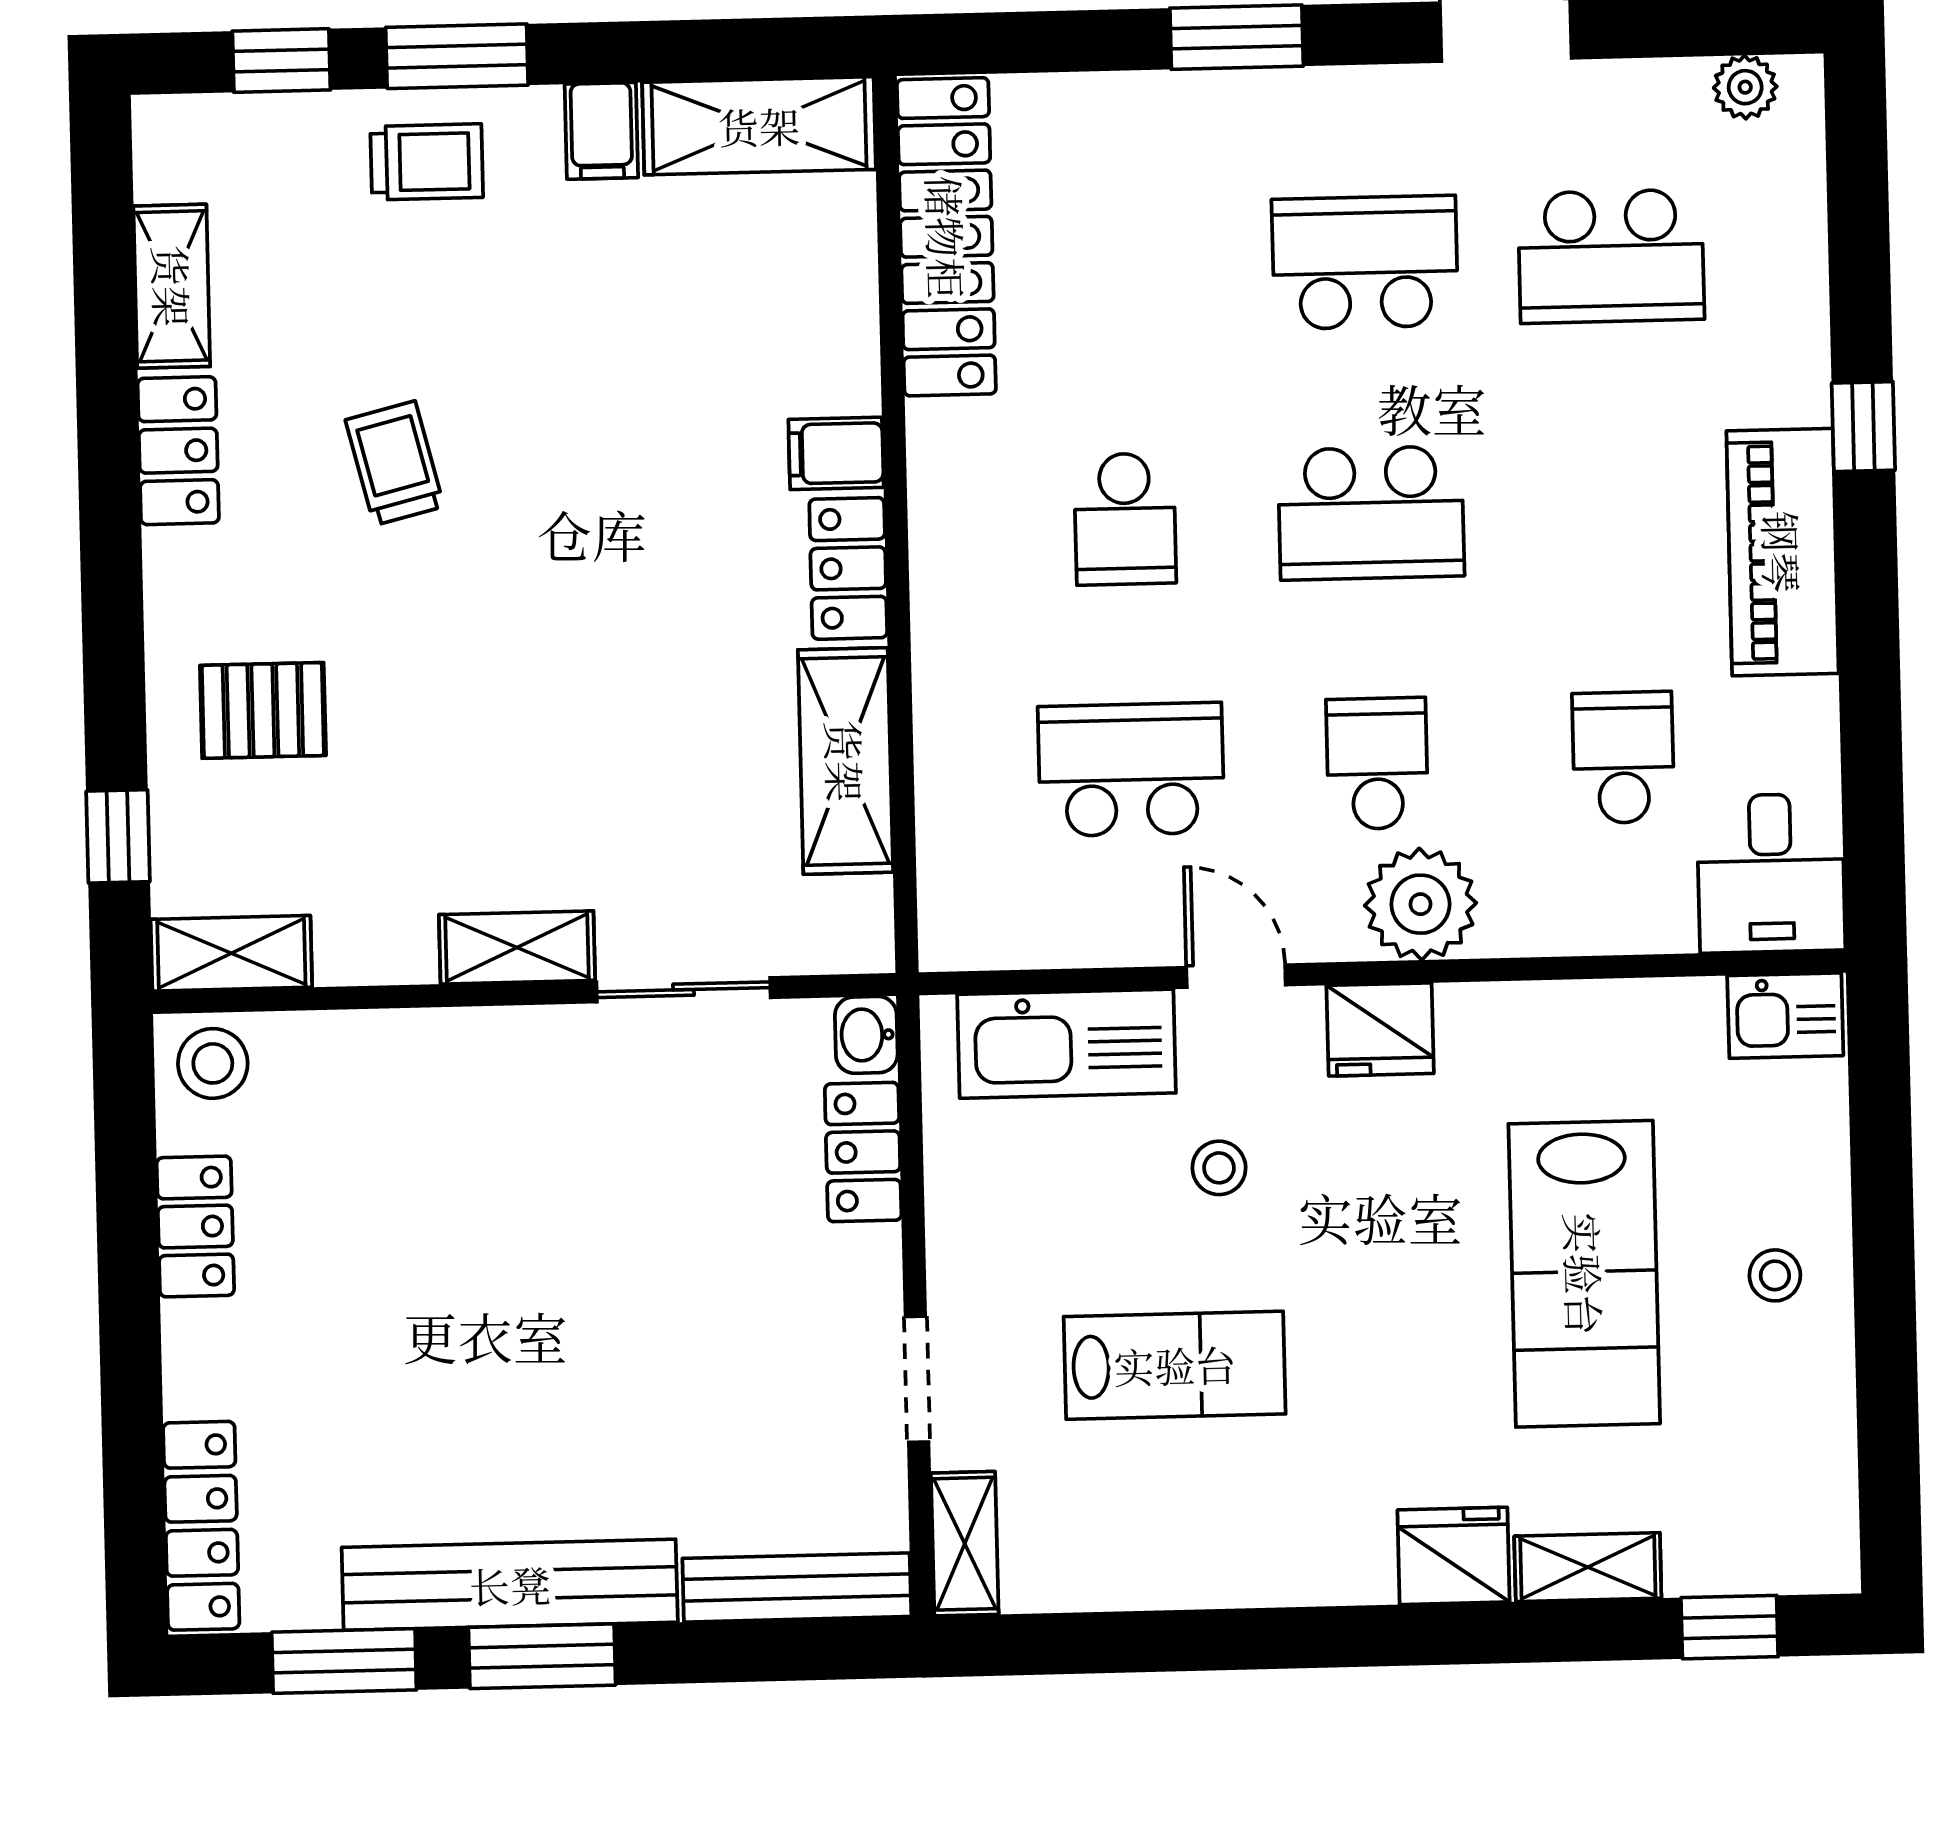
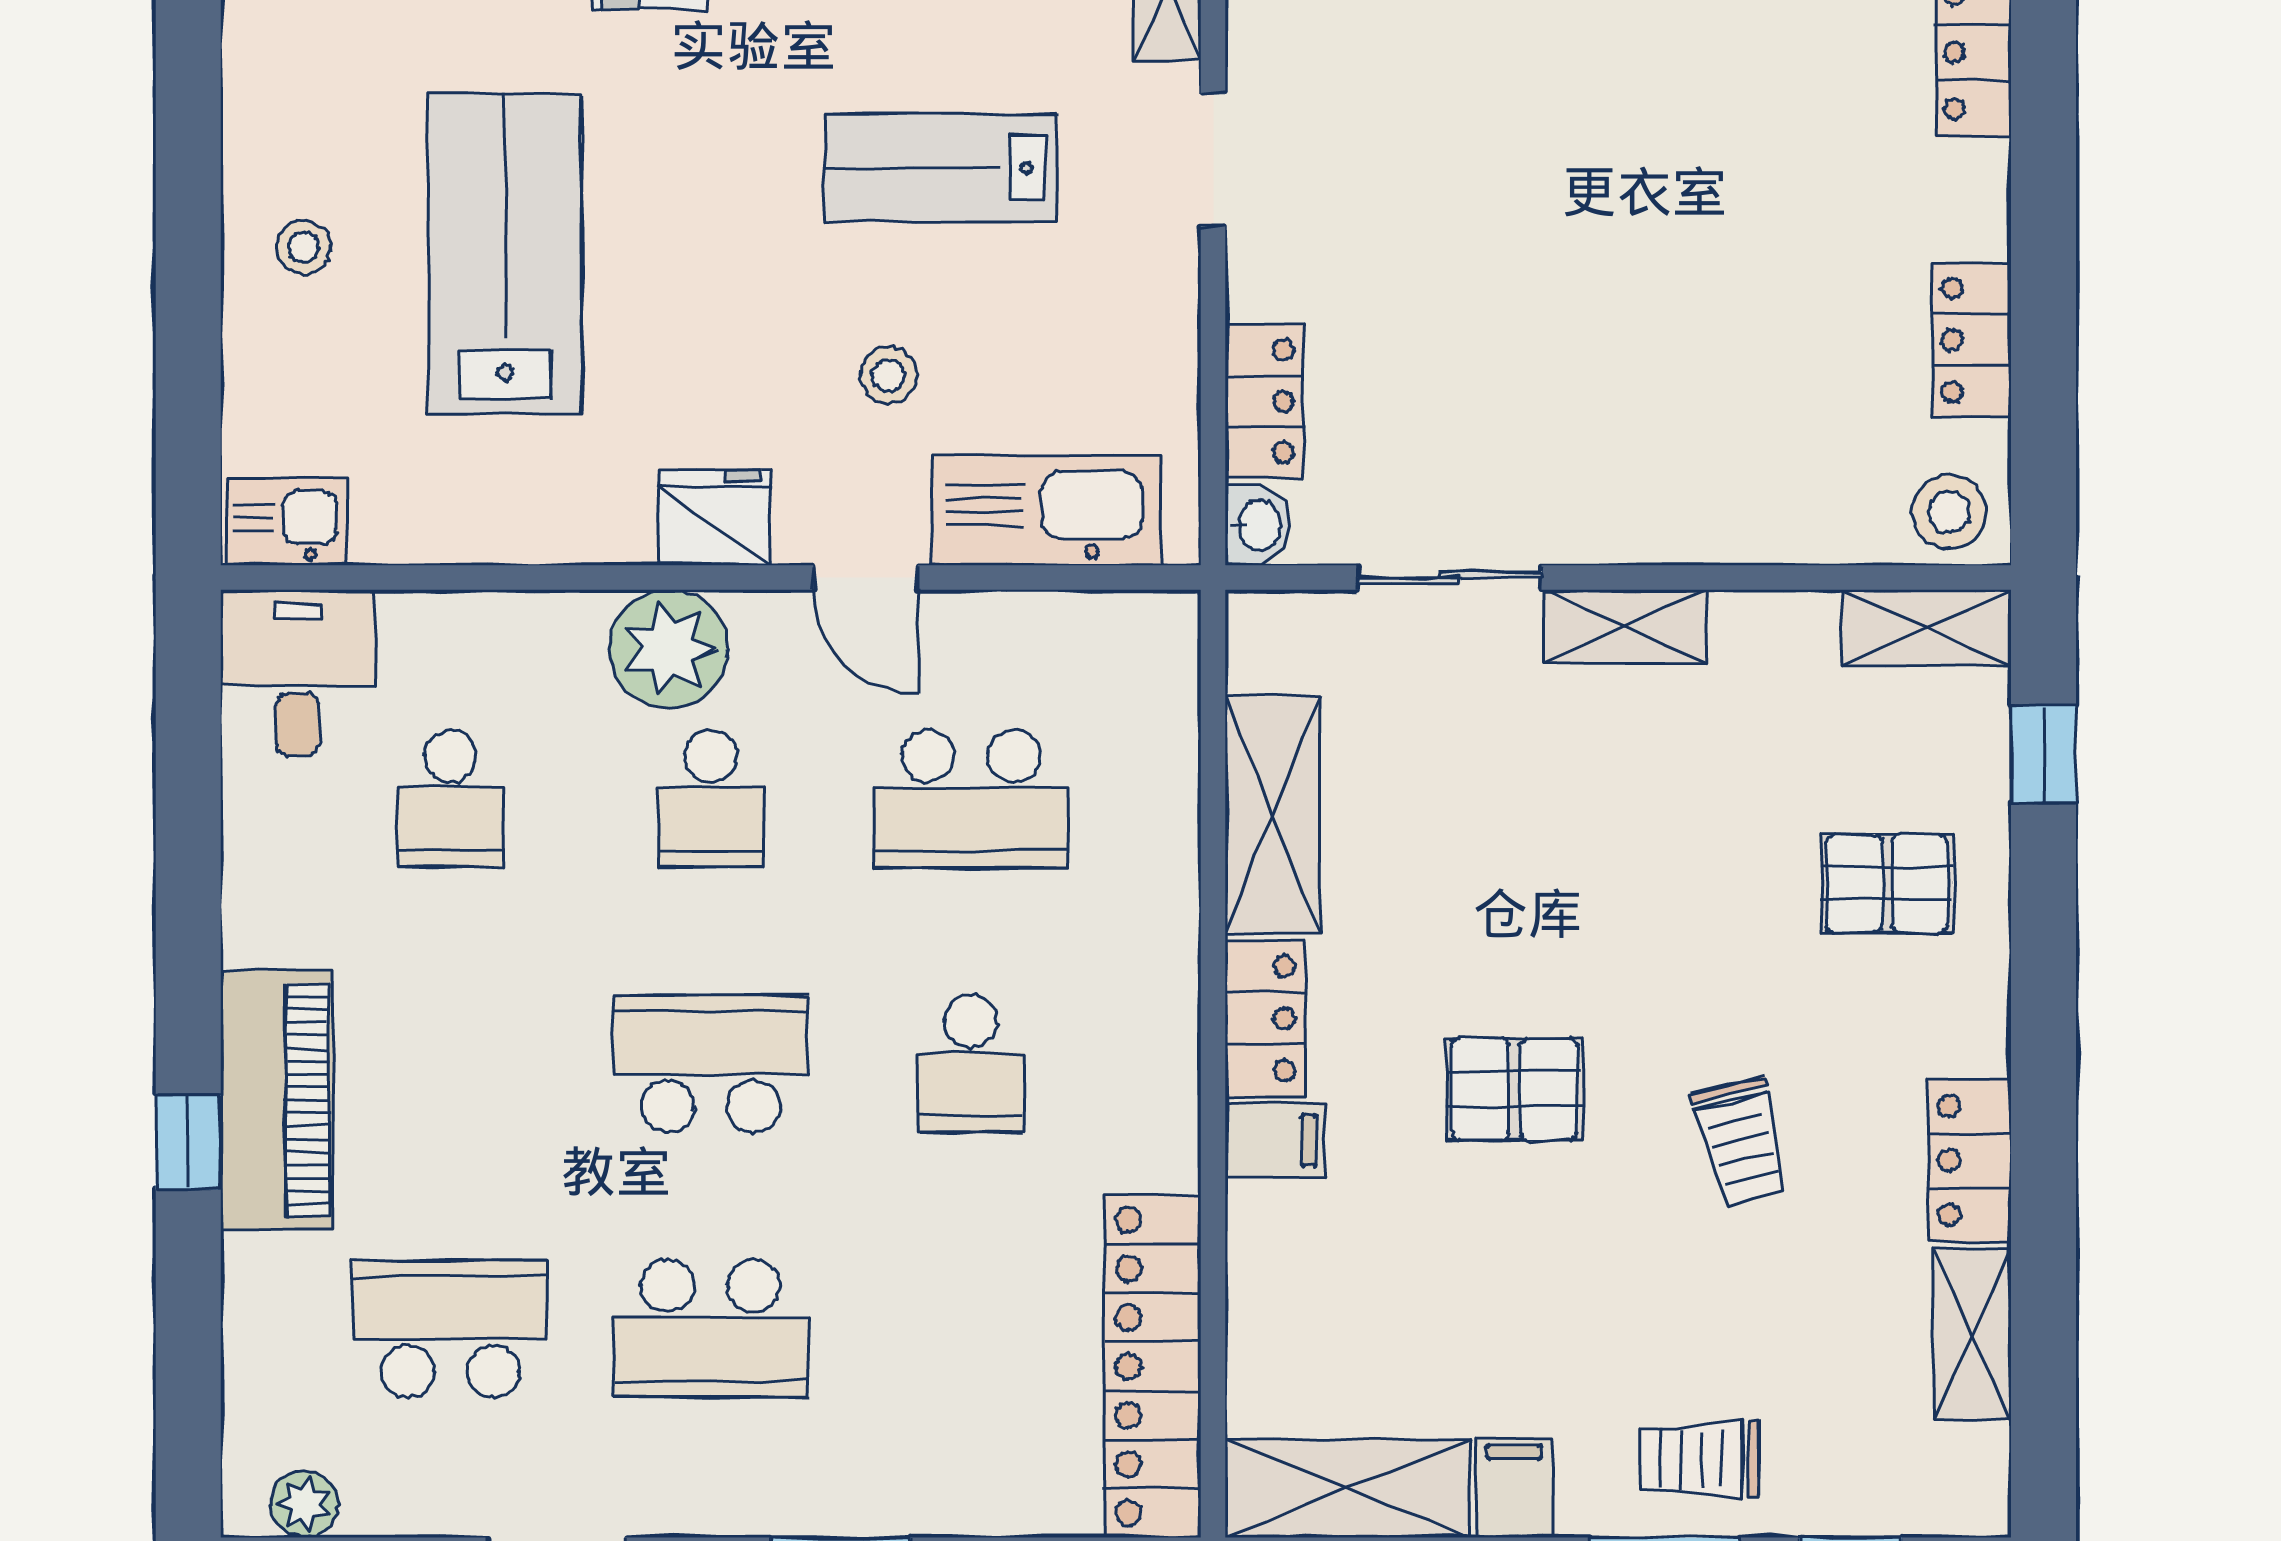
pallet: (610, 508) -> (1515, 1089), added
school desk: (1125, 519) -> (971, 1064), turned 180
piano: (1782, 552) -> (277, 1100), moved

